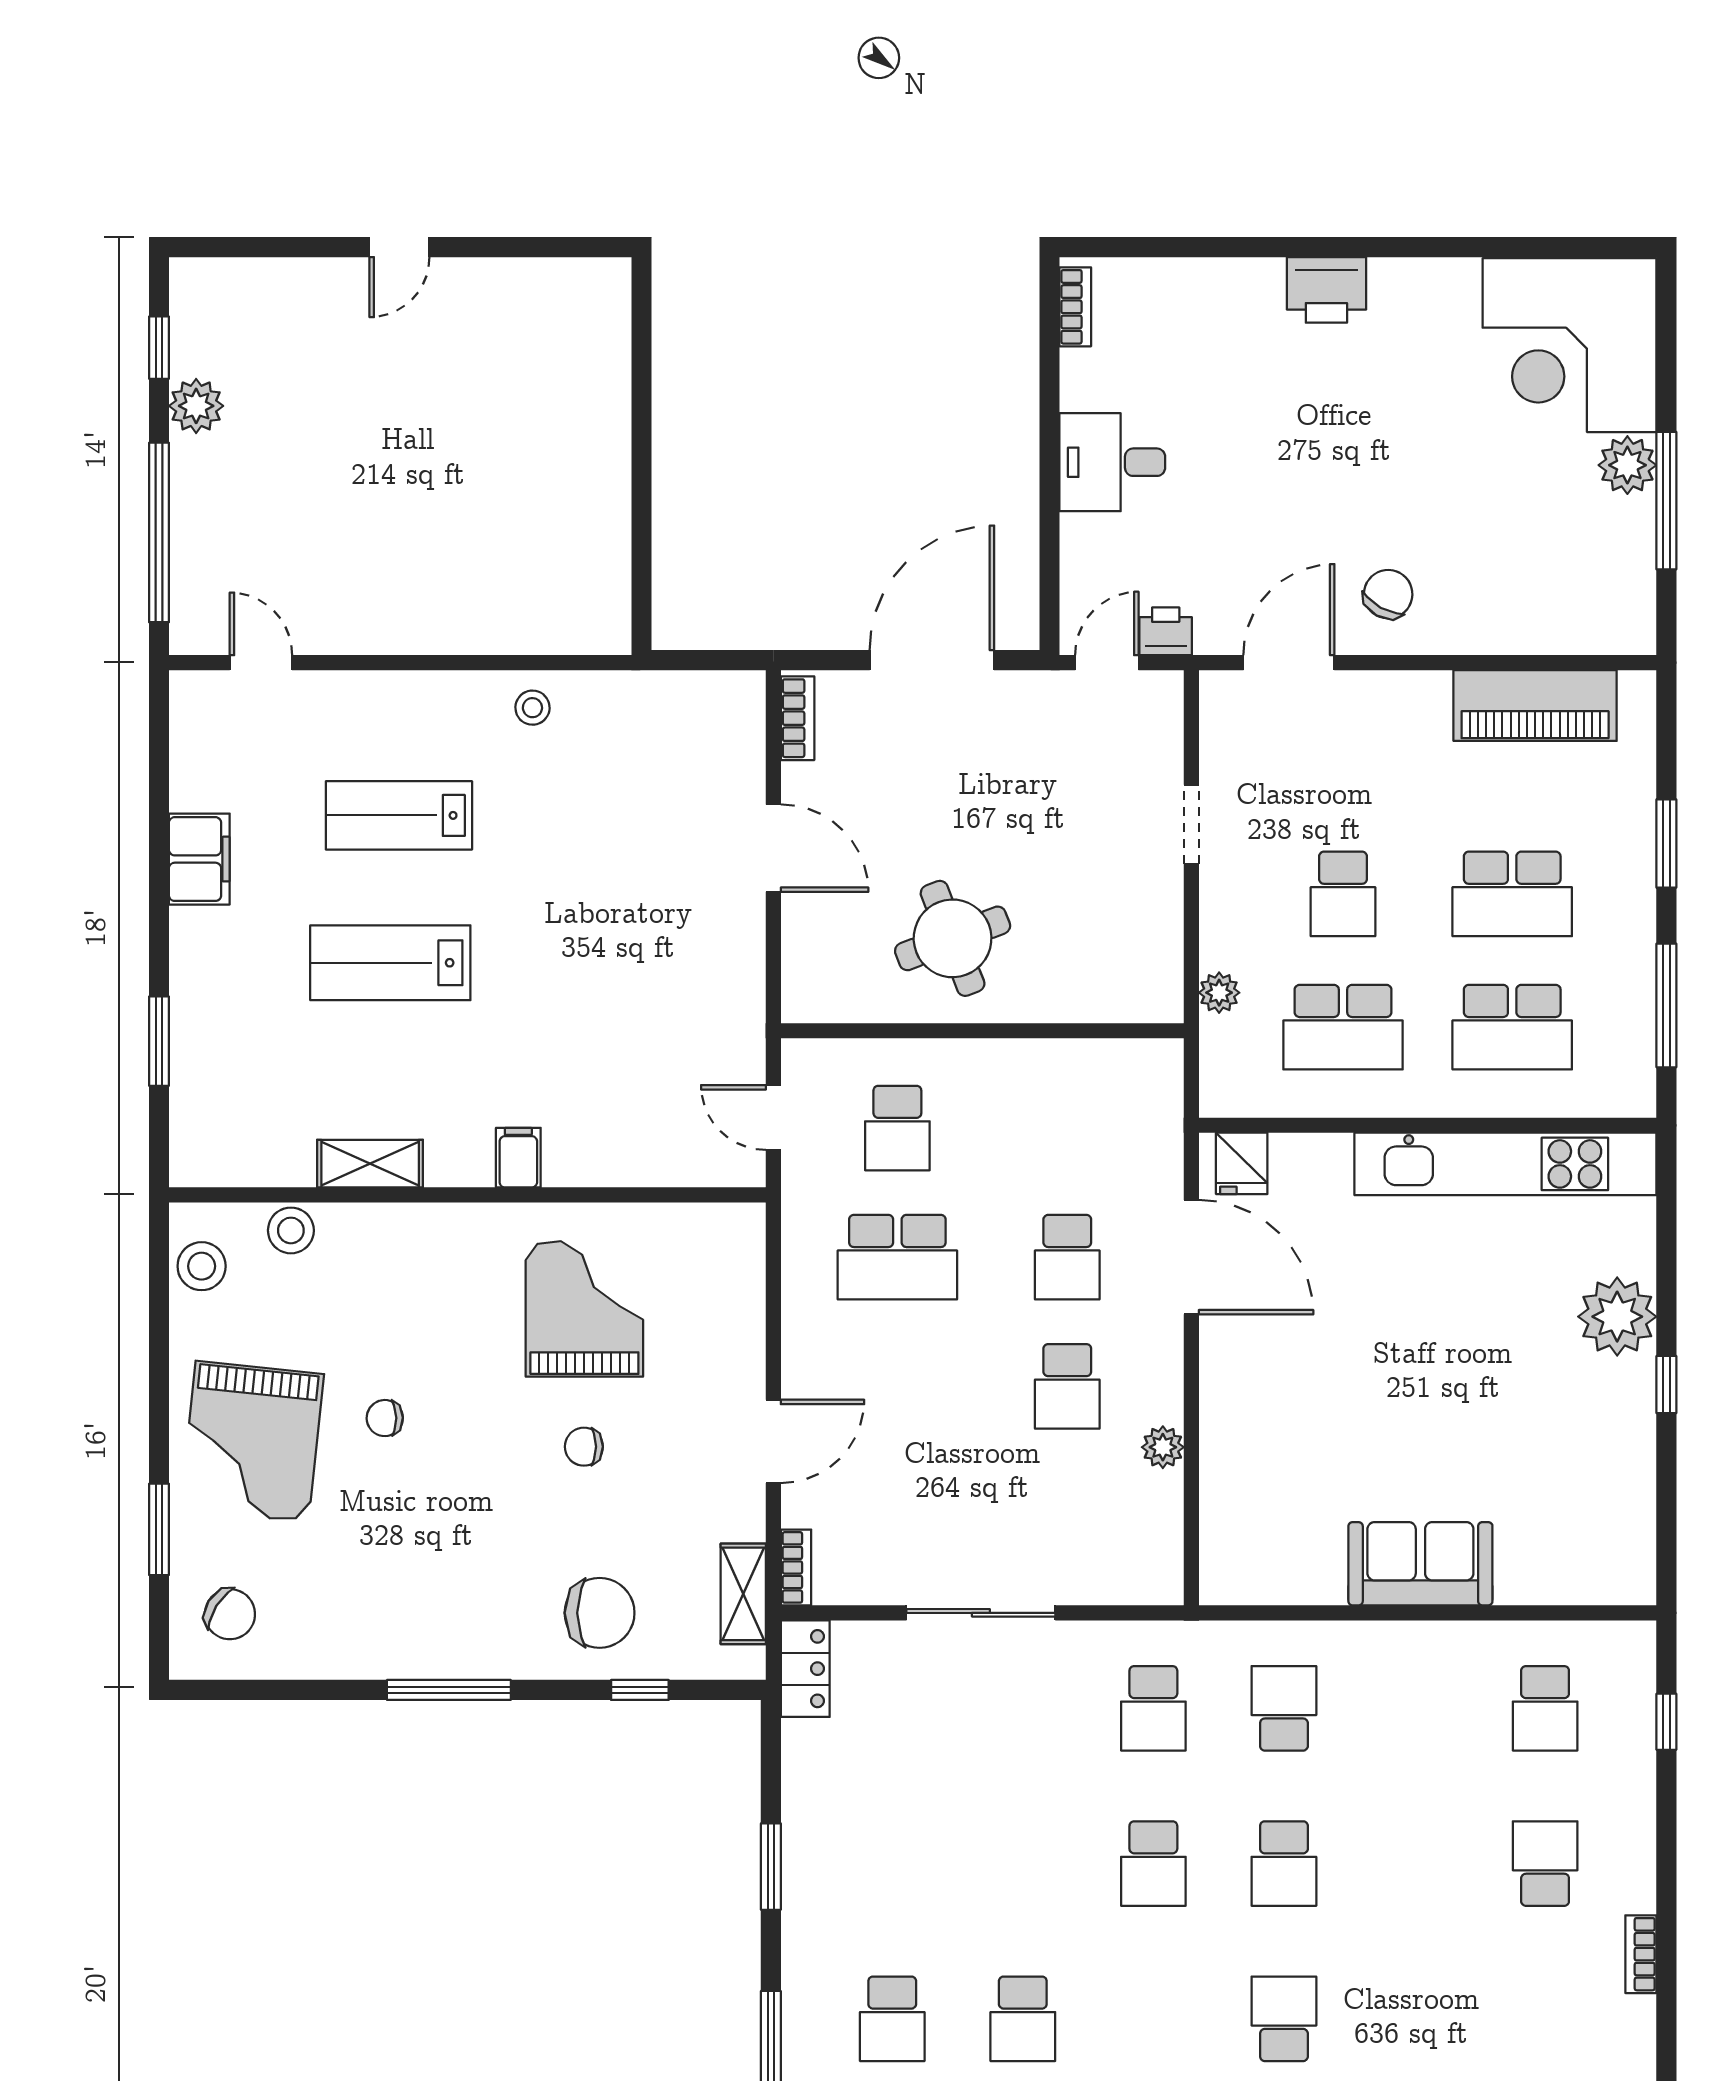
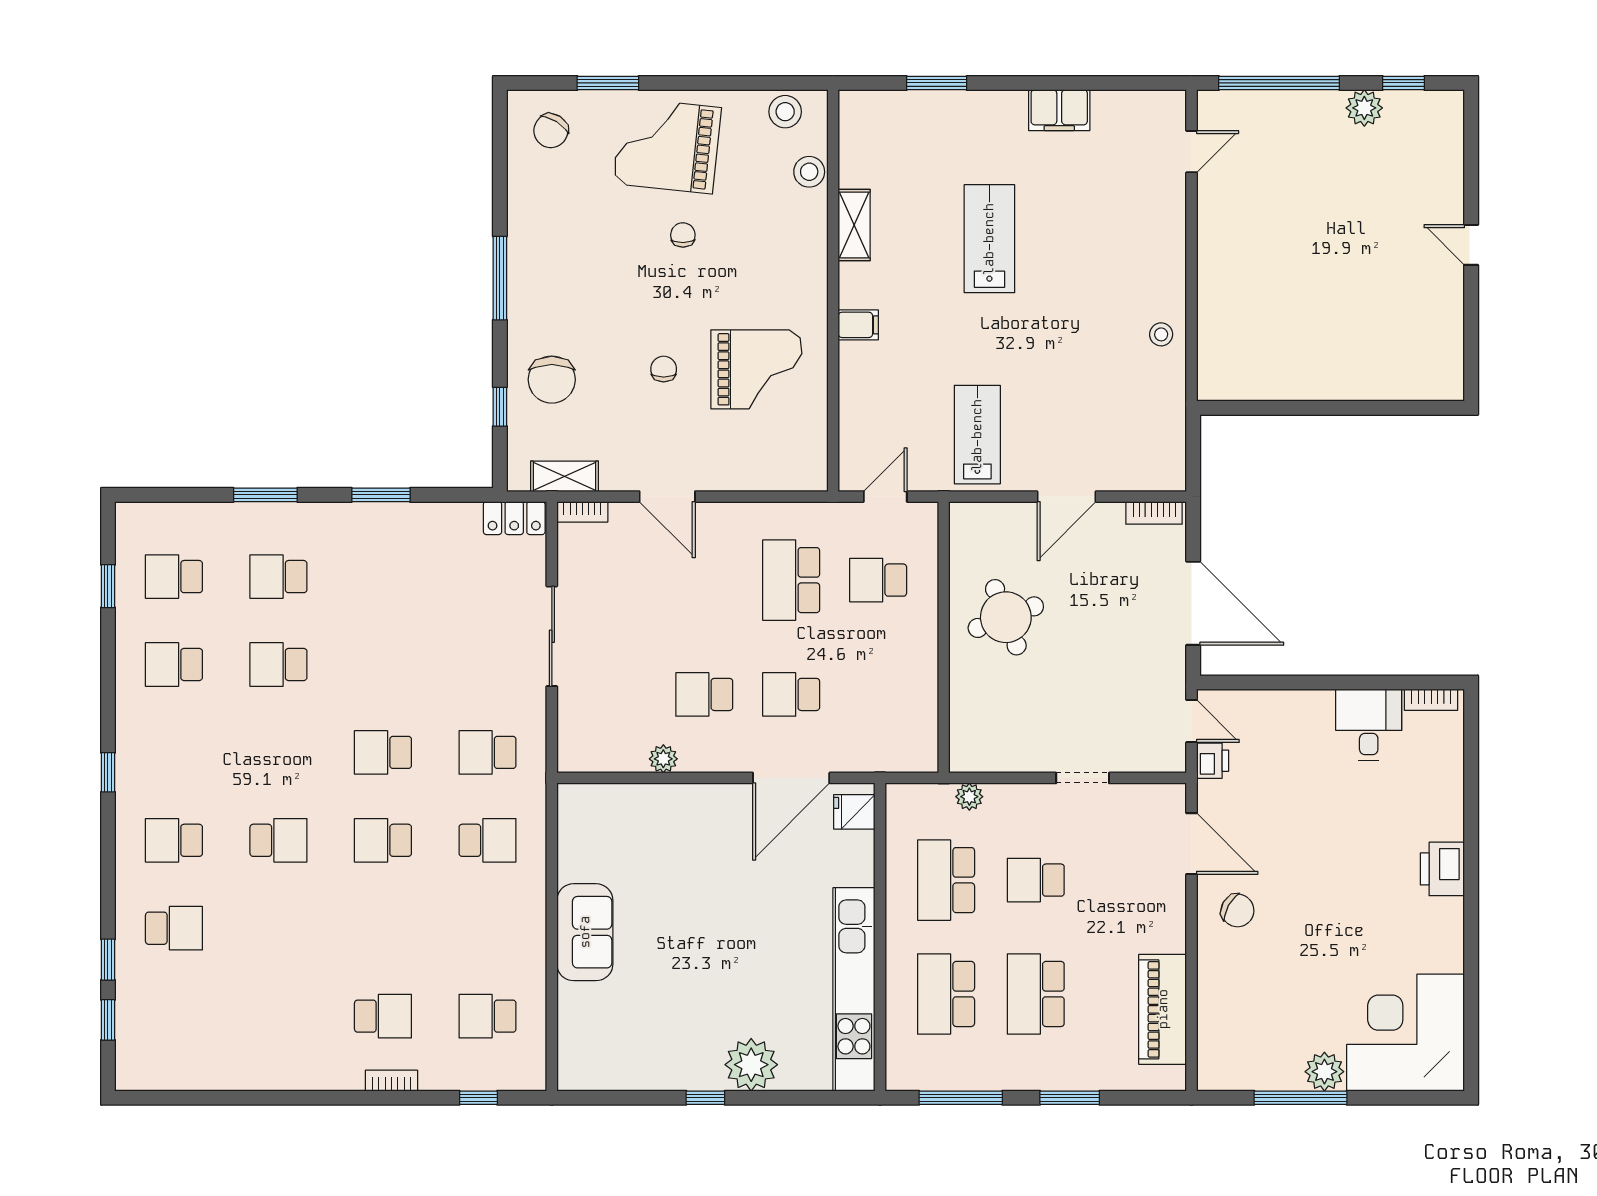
desk: (1112, 462) -> (1369, 725), moved
lab bench: (399, 815) -> (977, 435), moved
bookcase: (1641, 1954) -> (391, 1081), moved

